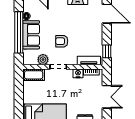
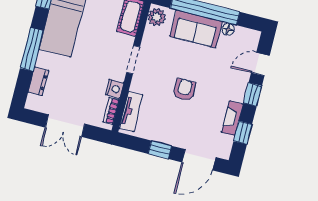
armchair: (62, 41) -> (184, 90), moved
window: (107, 51) -> (160, 150), moved
plant: (43, 60) -> (157, 17), moved

